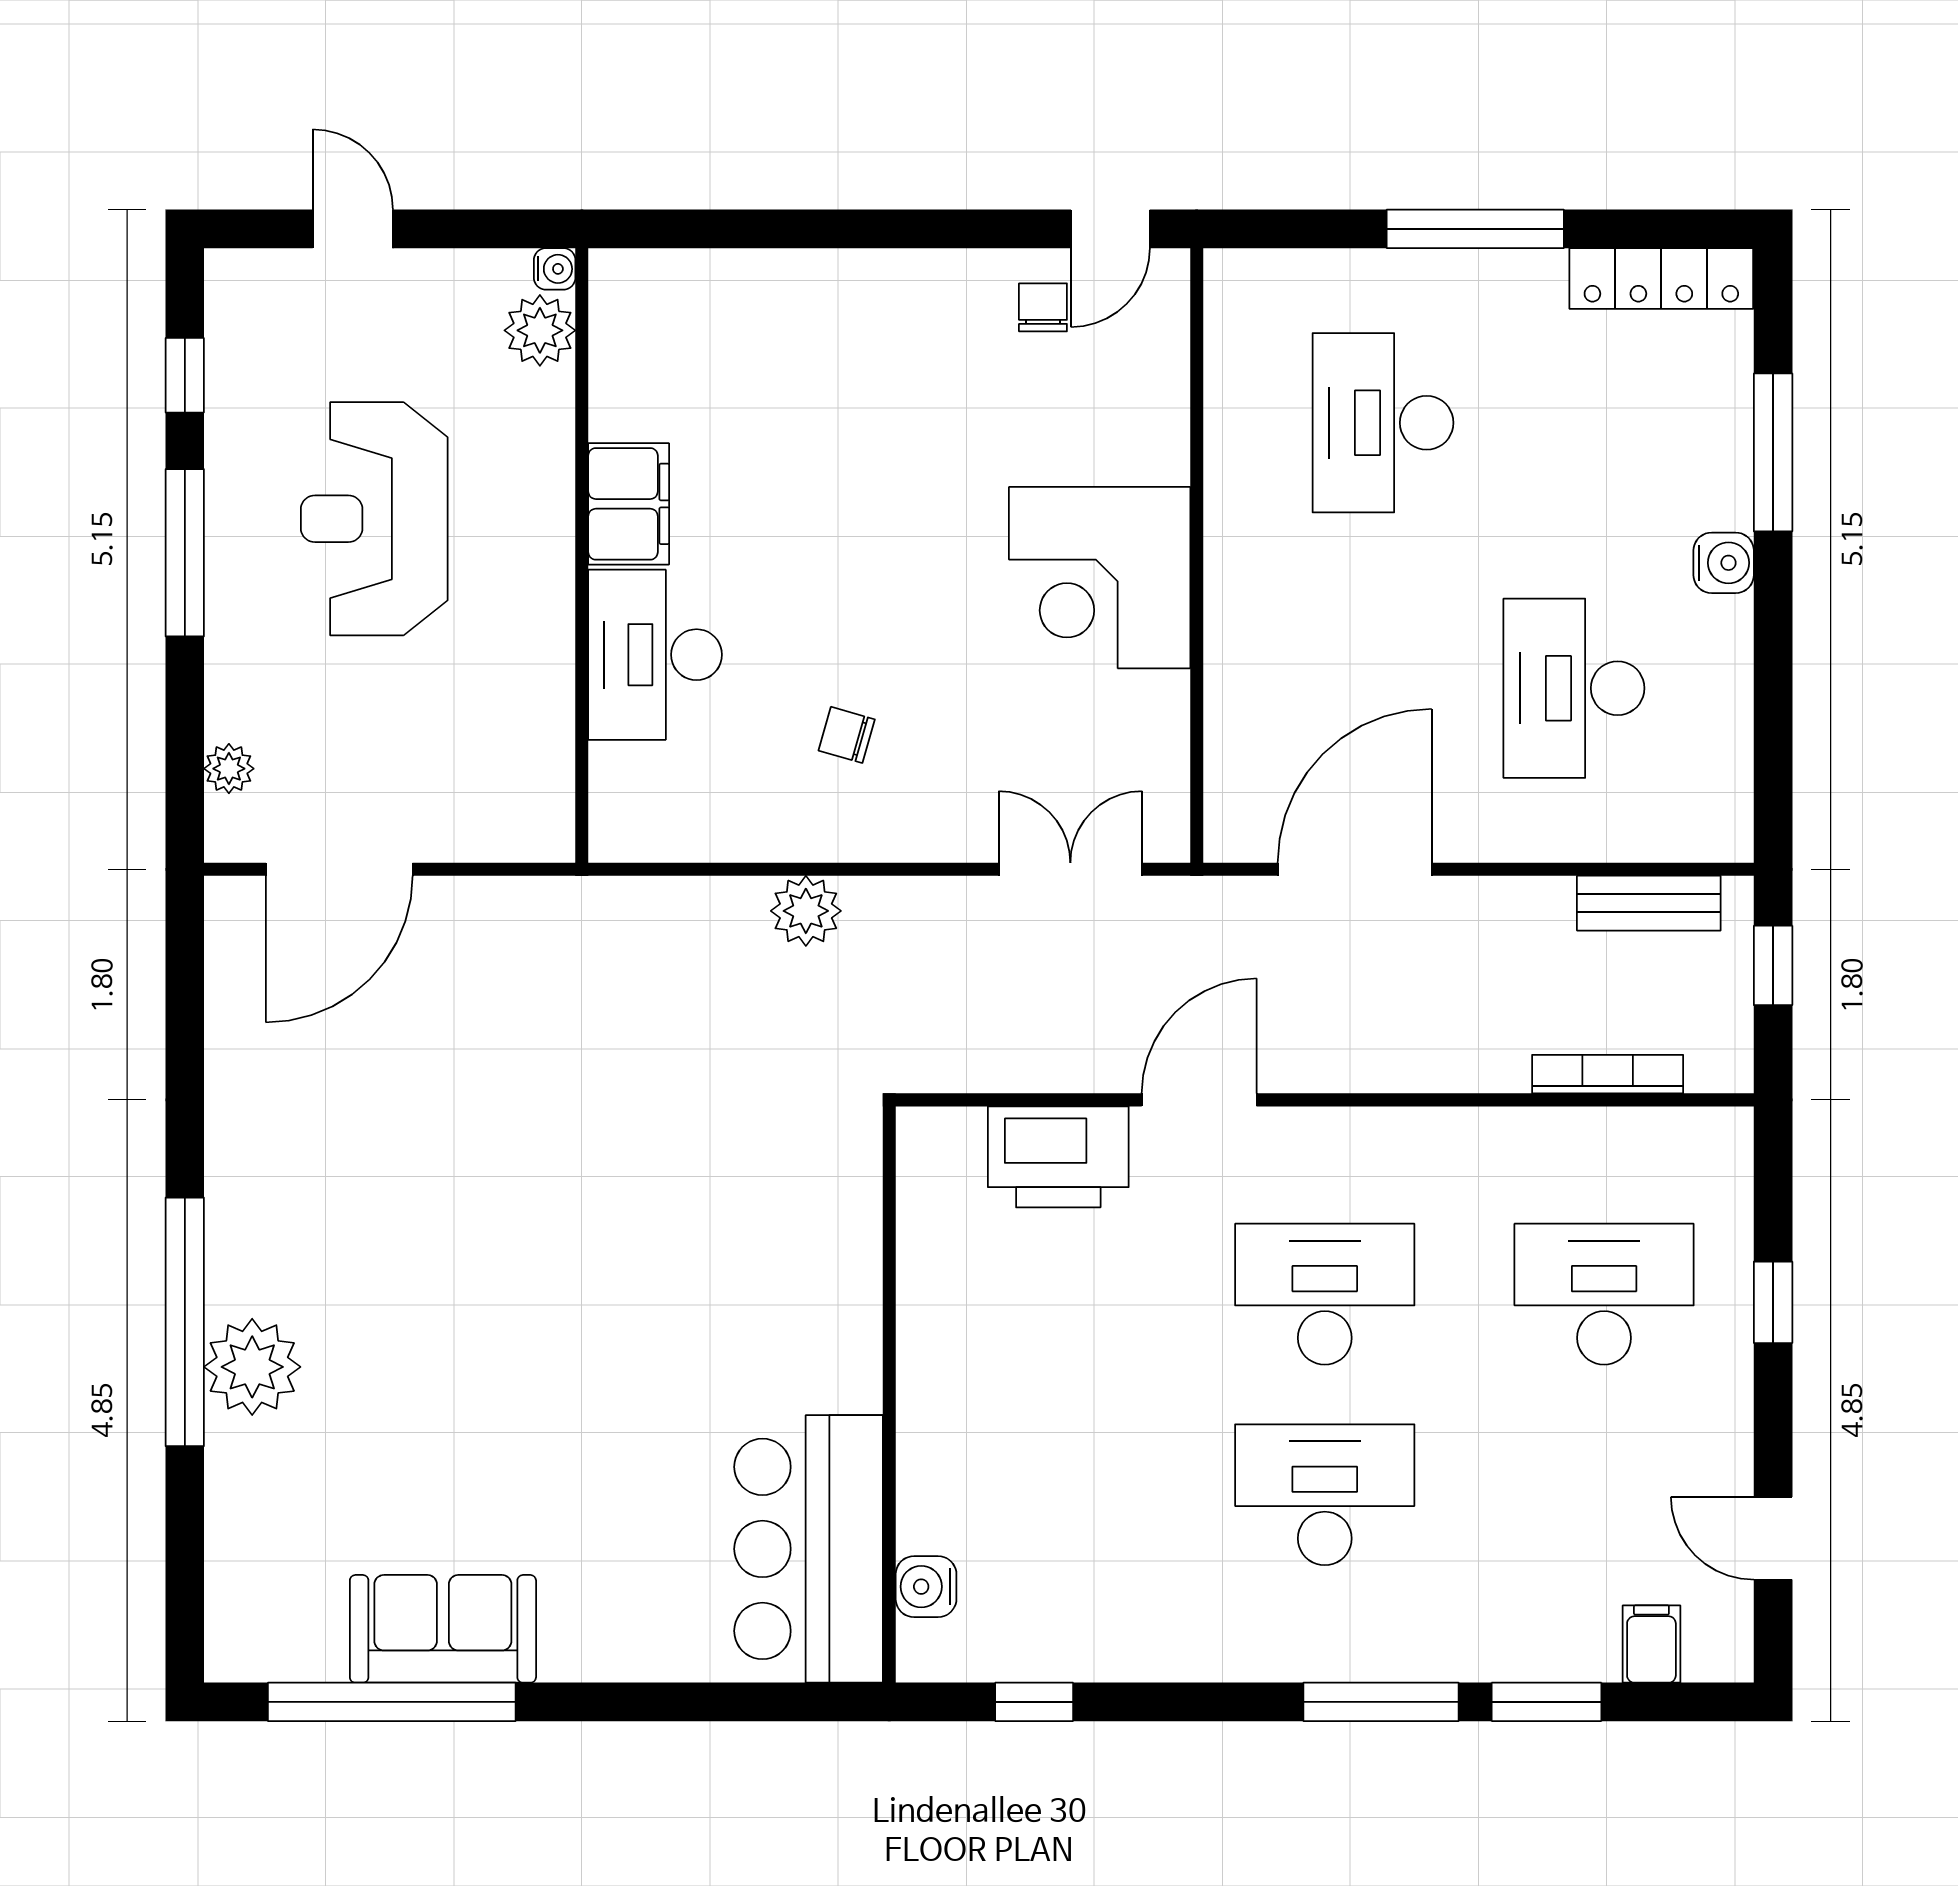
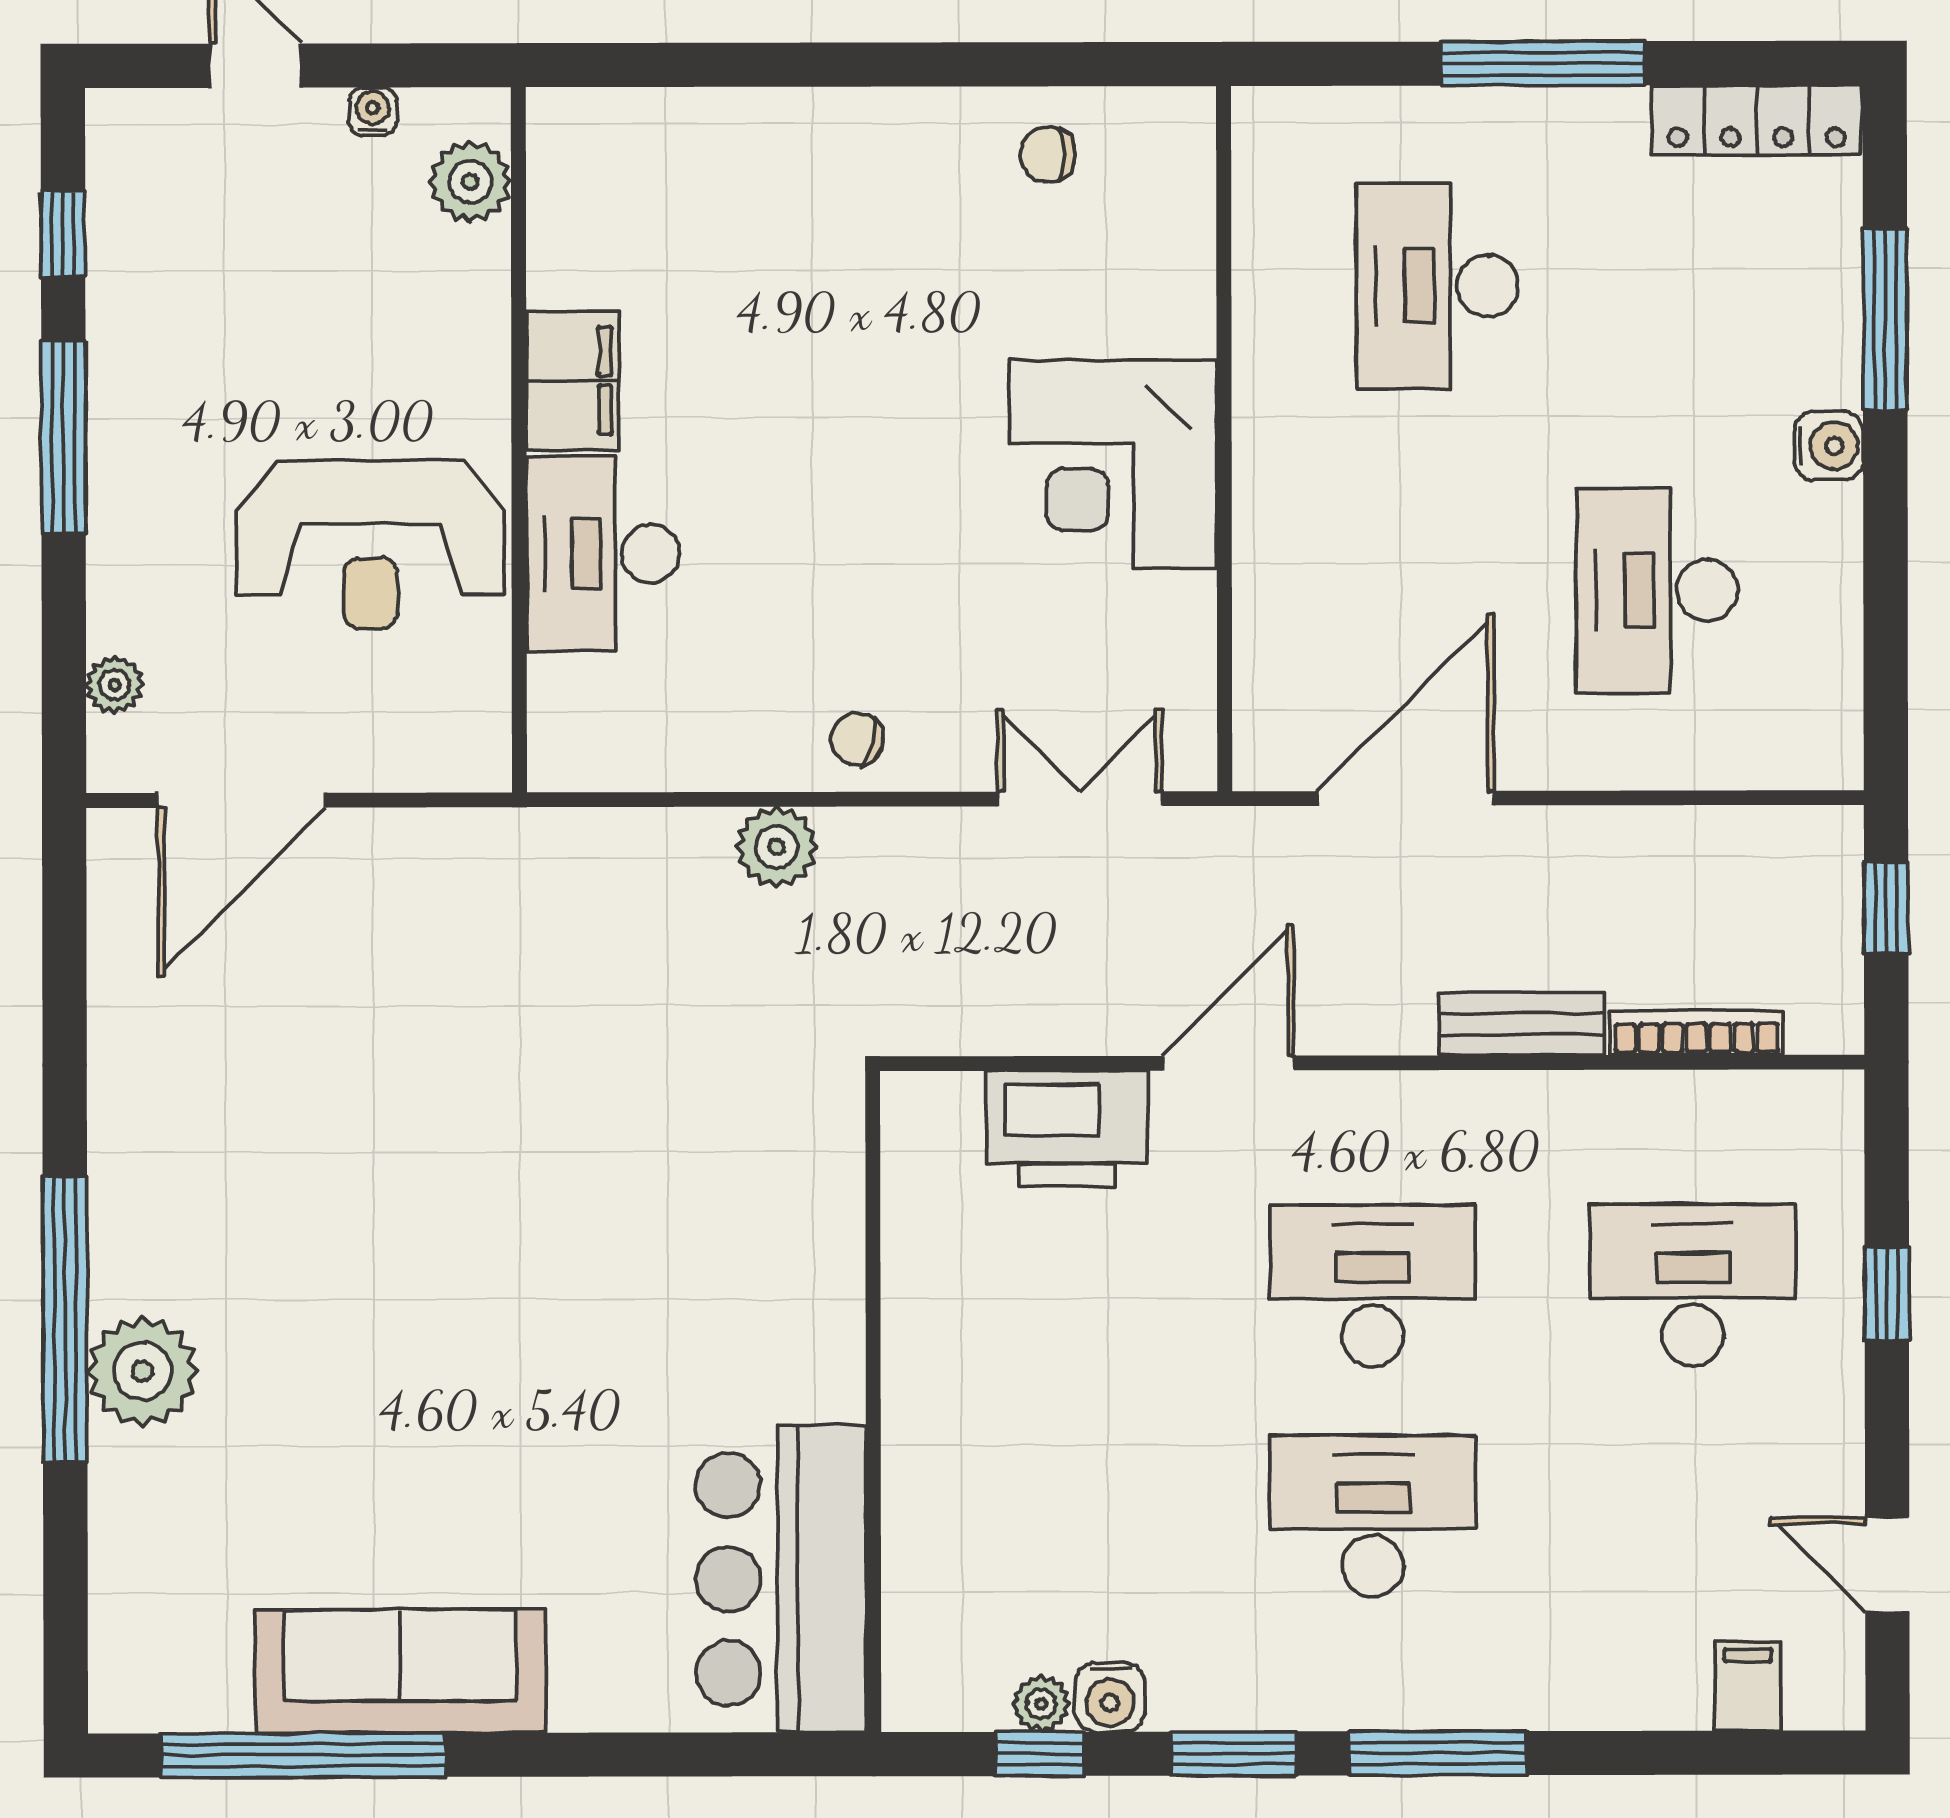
door: (1110, 229) -> (1125, 64), removed
water cooler: (555, 269) -> (373, 111), moved, turned -90
chair: (1043, 307) -> (1047, 154), turned -90
reception desk: (374, 519) -> (371, 544), moved, turned -90
chair: (847, 735) -> (857, 739), moved
bench: (1649, 903) -> (1522, 1024), moved
water cooler: (926, 1587) -> (1110, 1697), moved, turned -90
sofa: (443, 1629) -> (400, 1671), width x1.36
plant: (1035, 1658) -> (1041, 1704), added
window: (1546, 1702) -> (1233, 1754), moved

